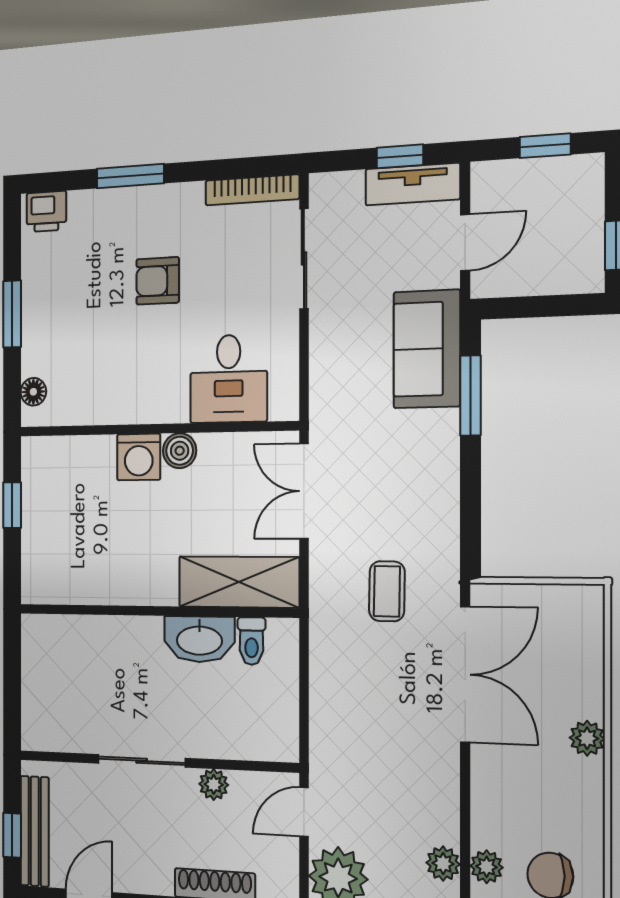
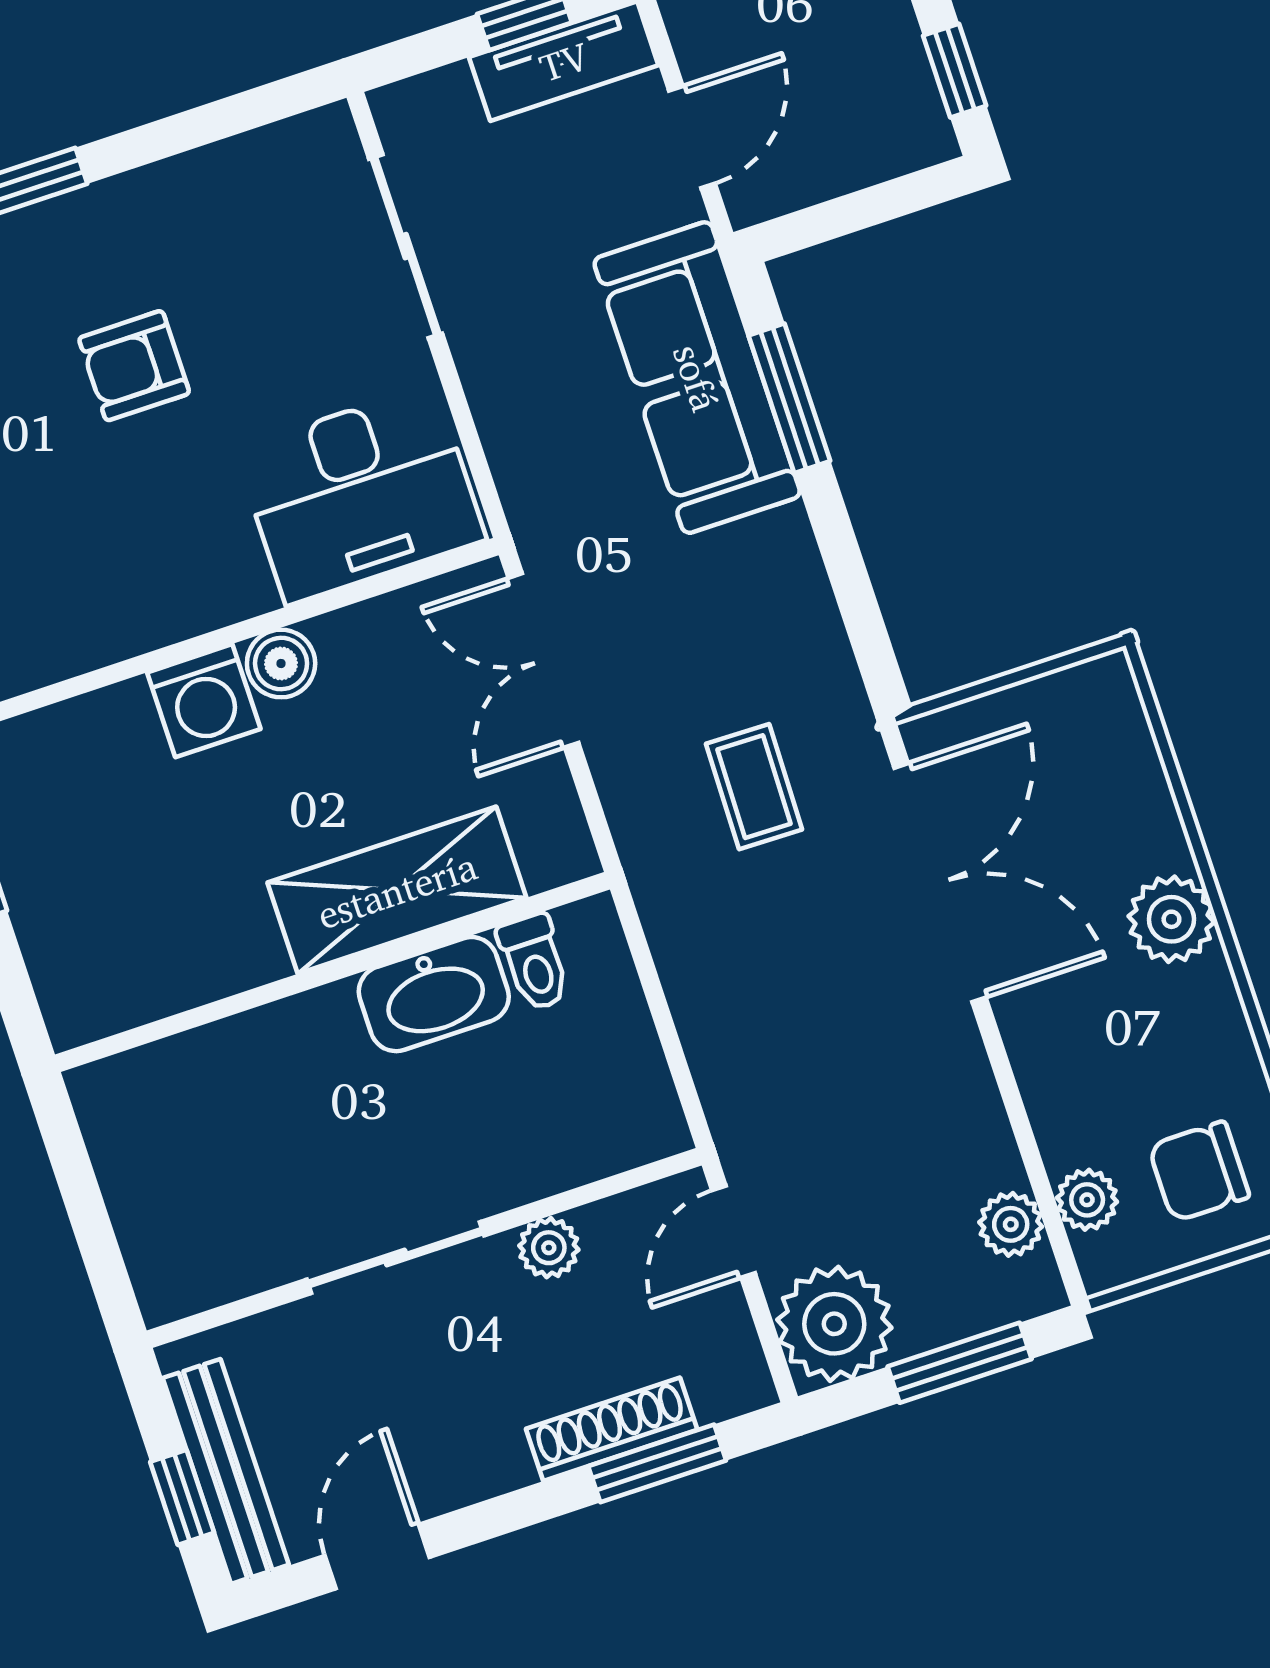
bookcase: (252, 190) -> (265, 150), removed
sofa: (427, 349) -> (697, 378), width x1.36
desk: (229, 379) -> (360, 494), width x1.37
shelving: (239, 582) -> (397, 890), moved
plant: (587, 738) -> (1171, 919), width x1.38, depth x1.38

